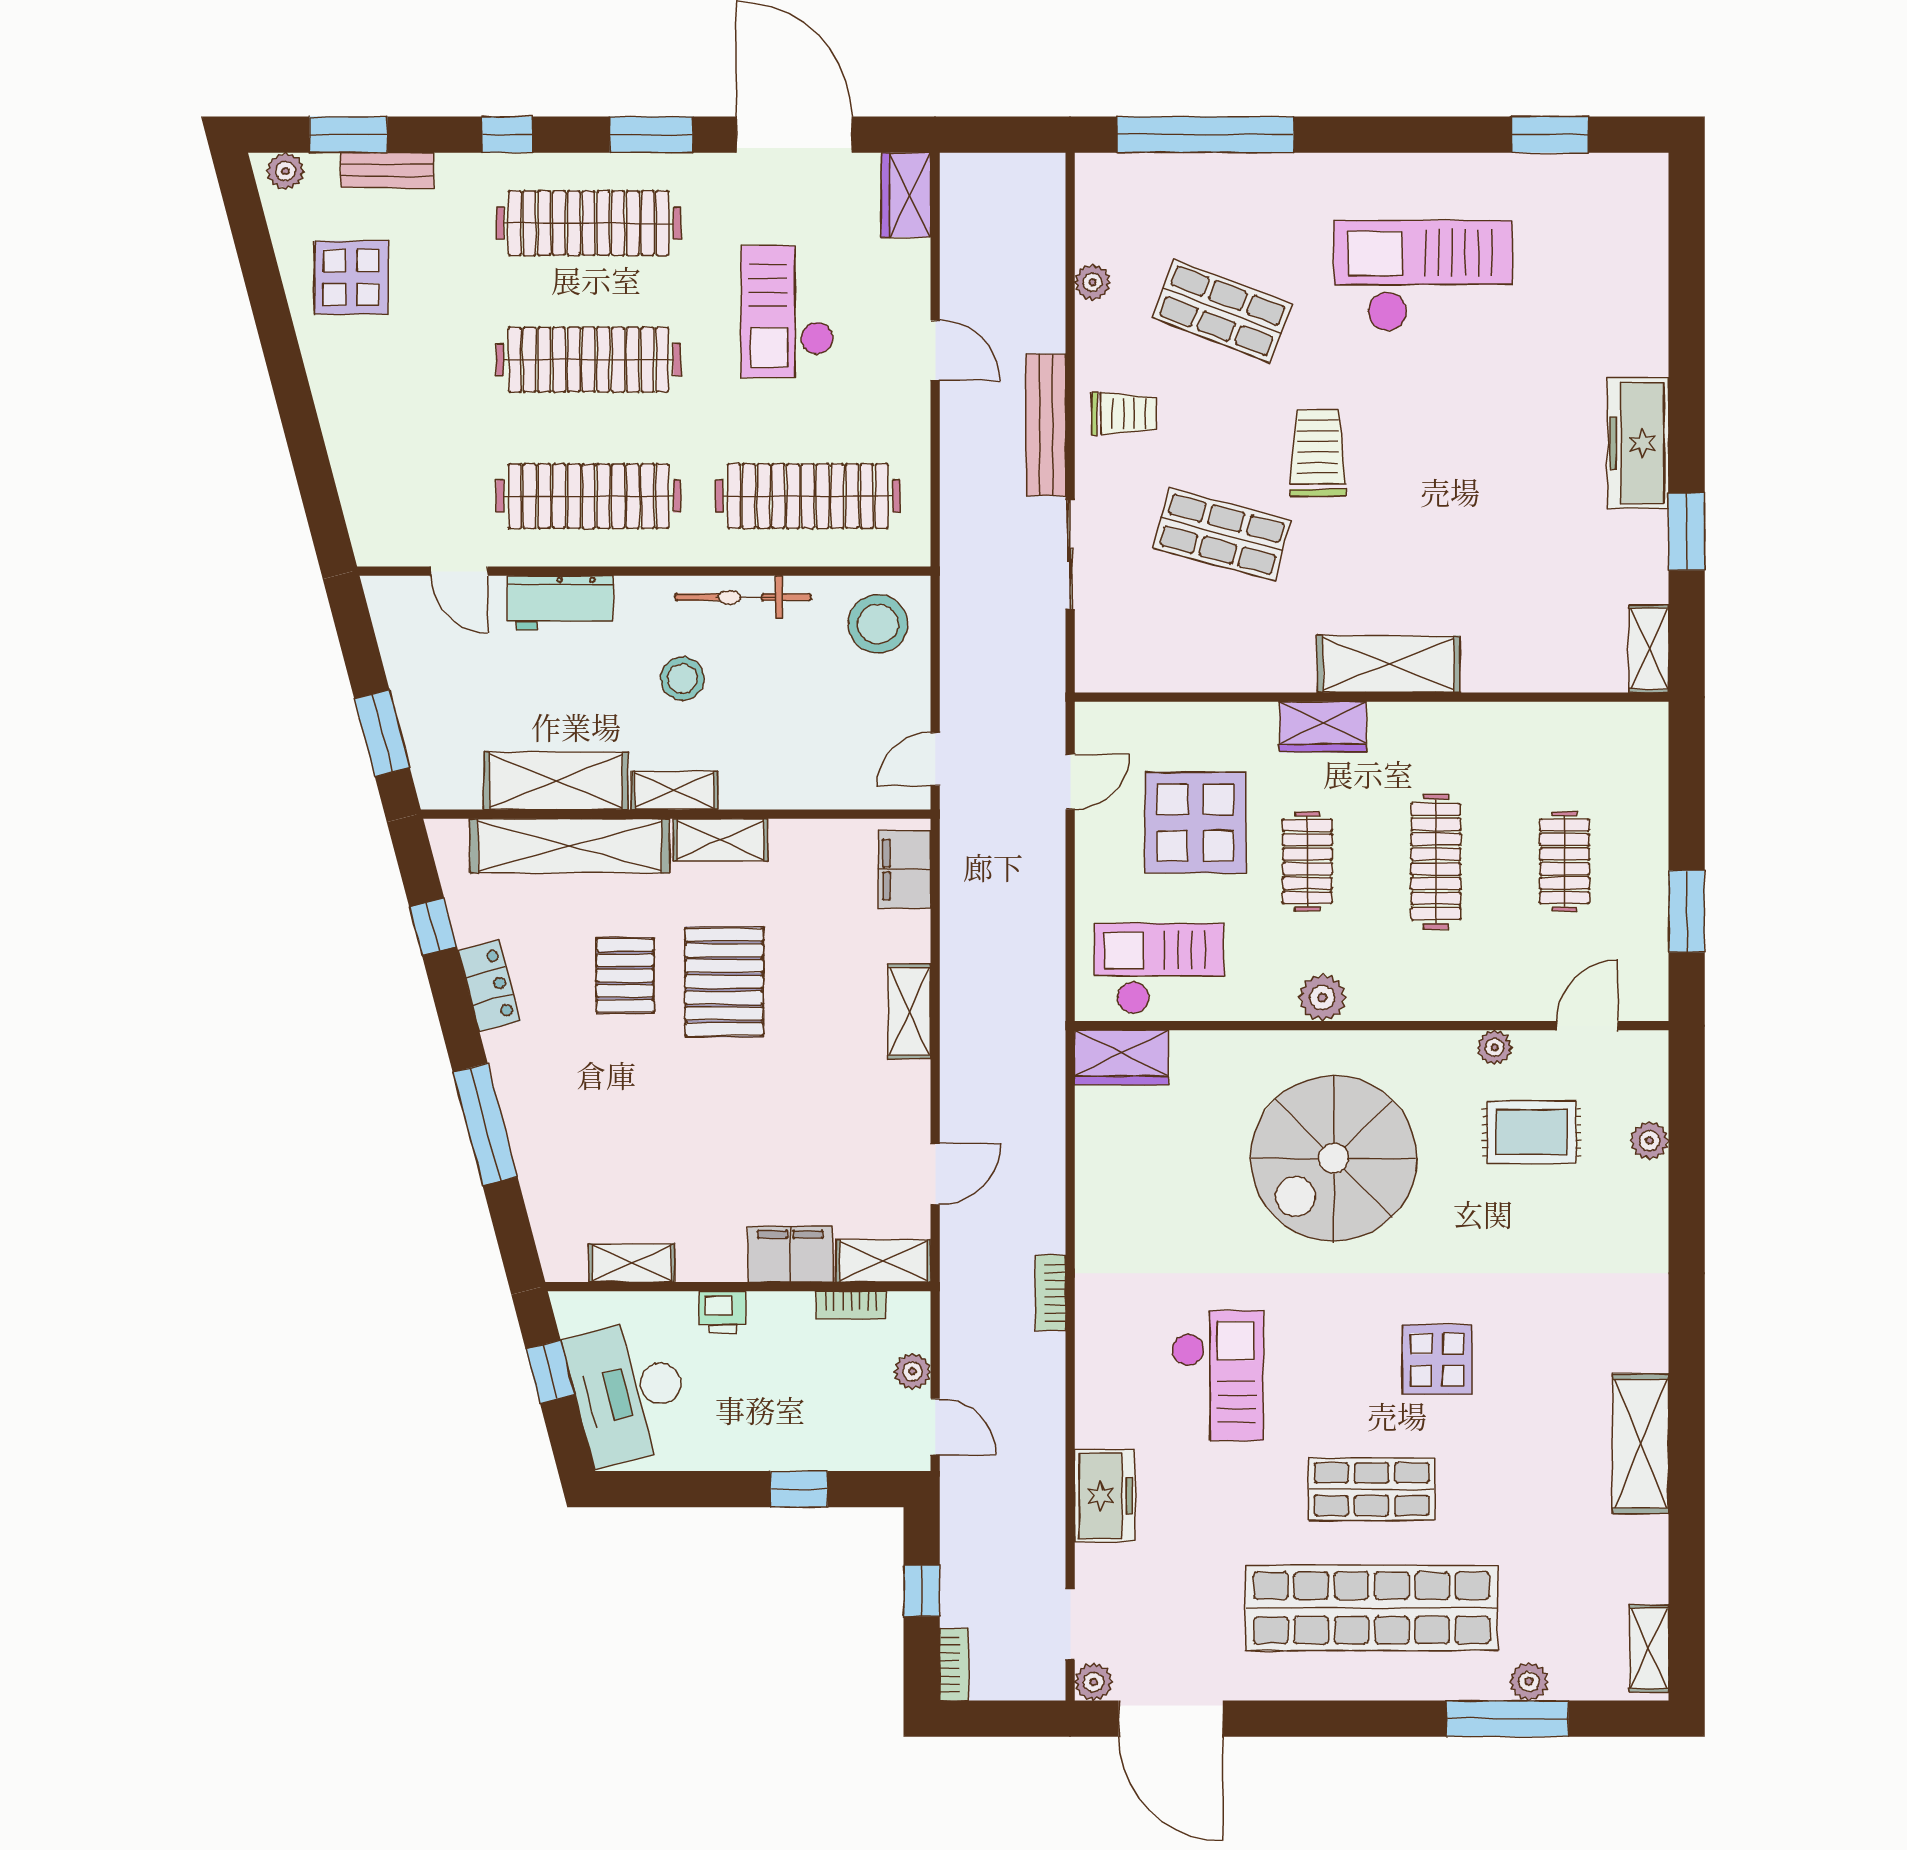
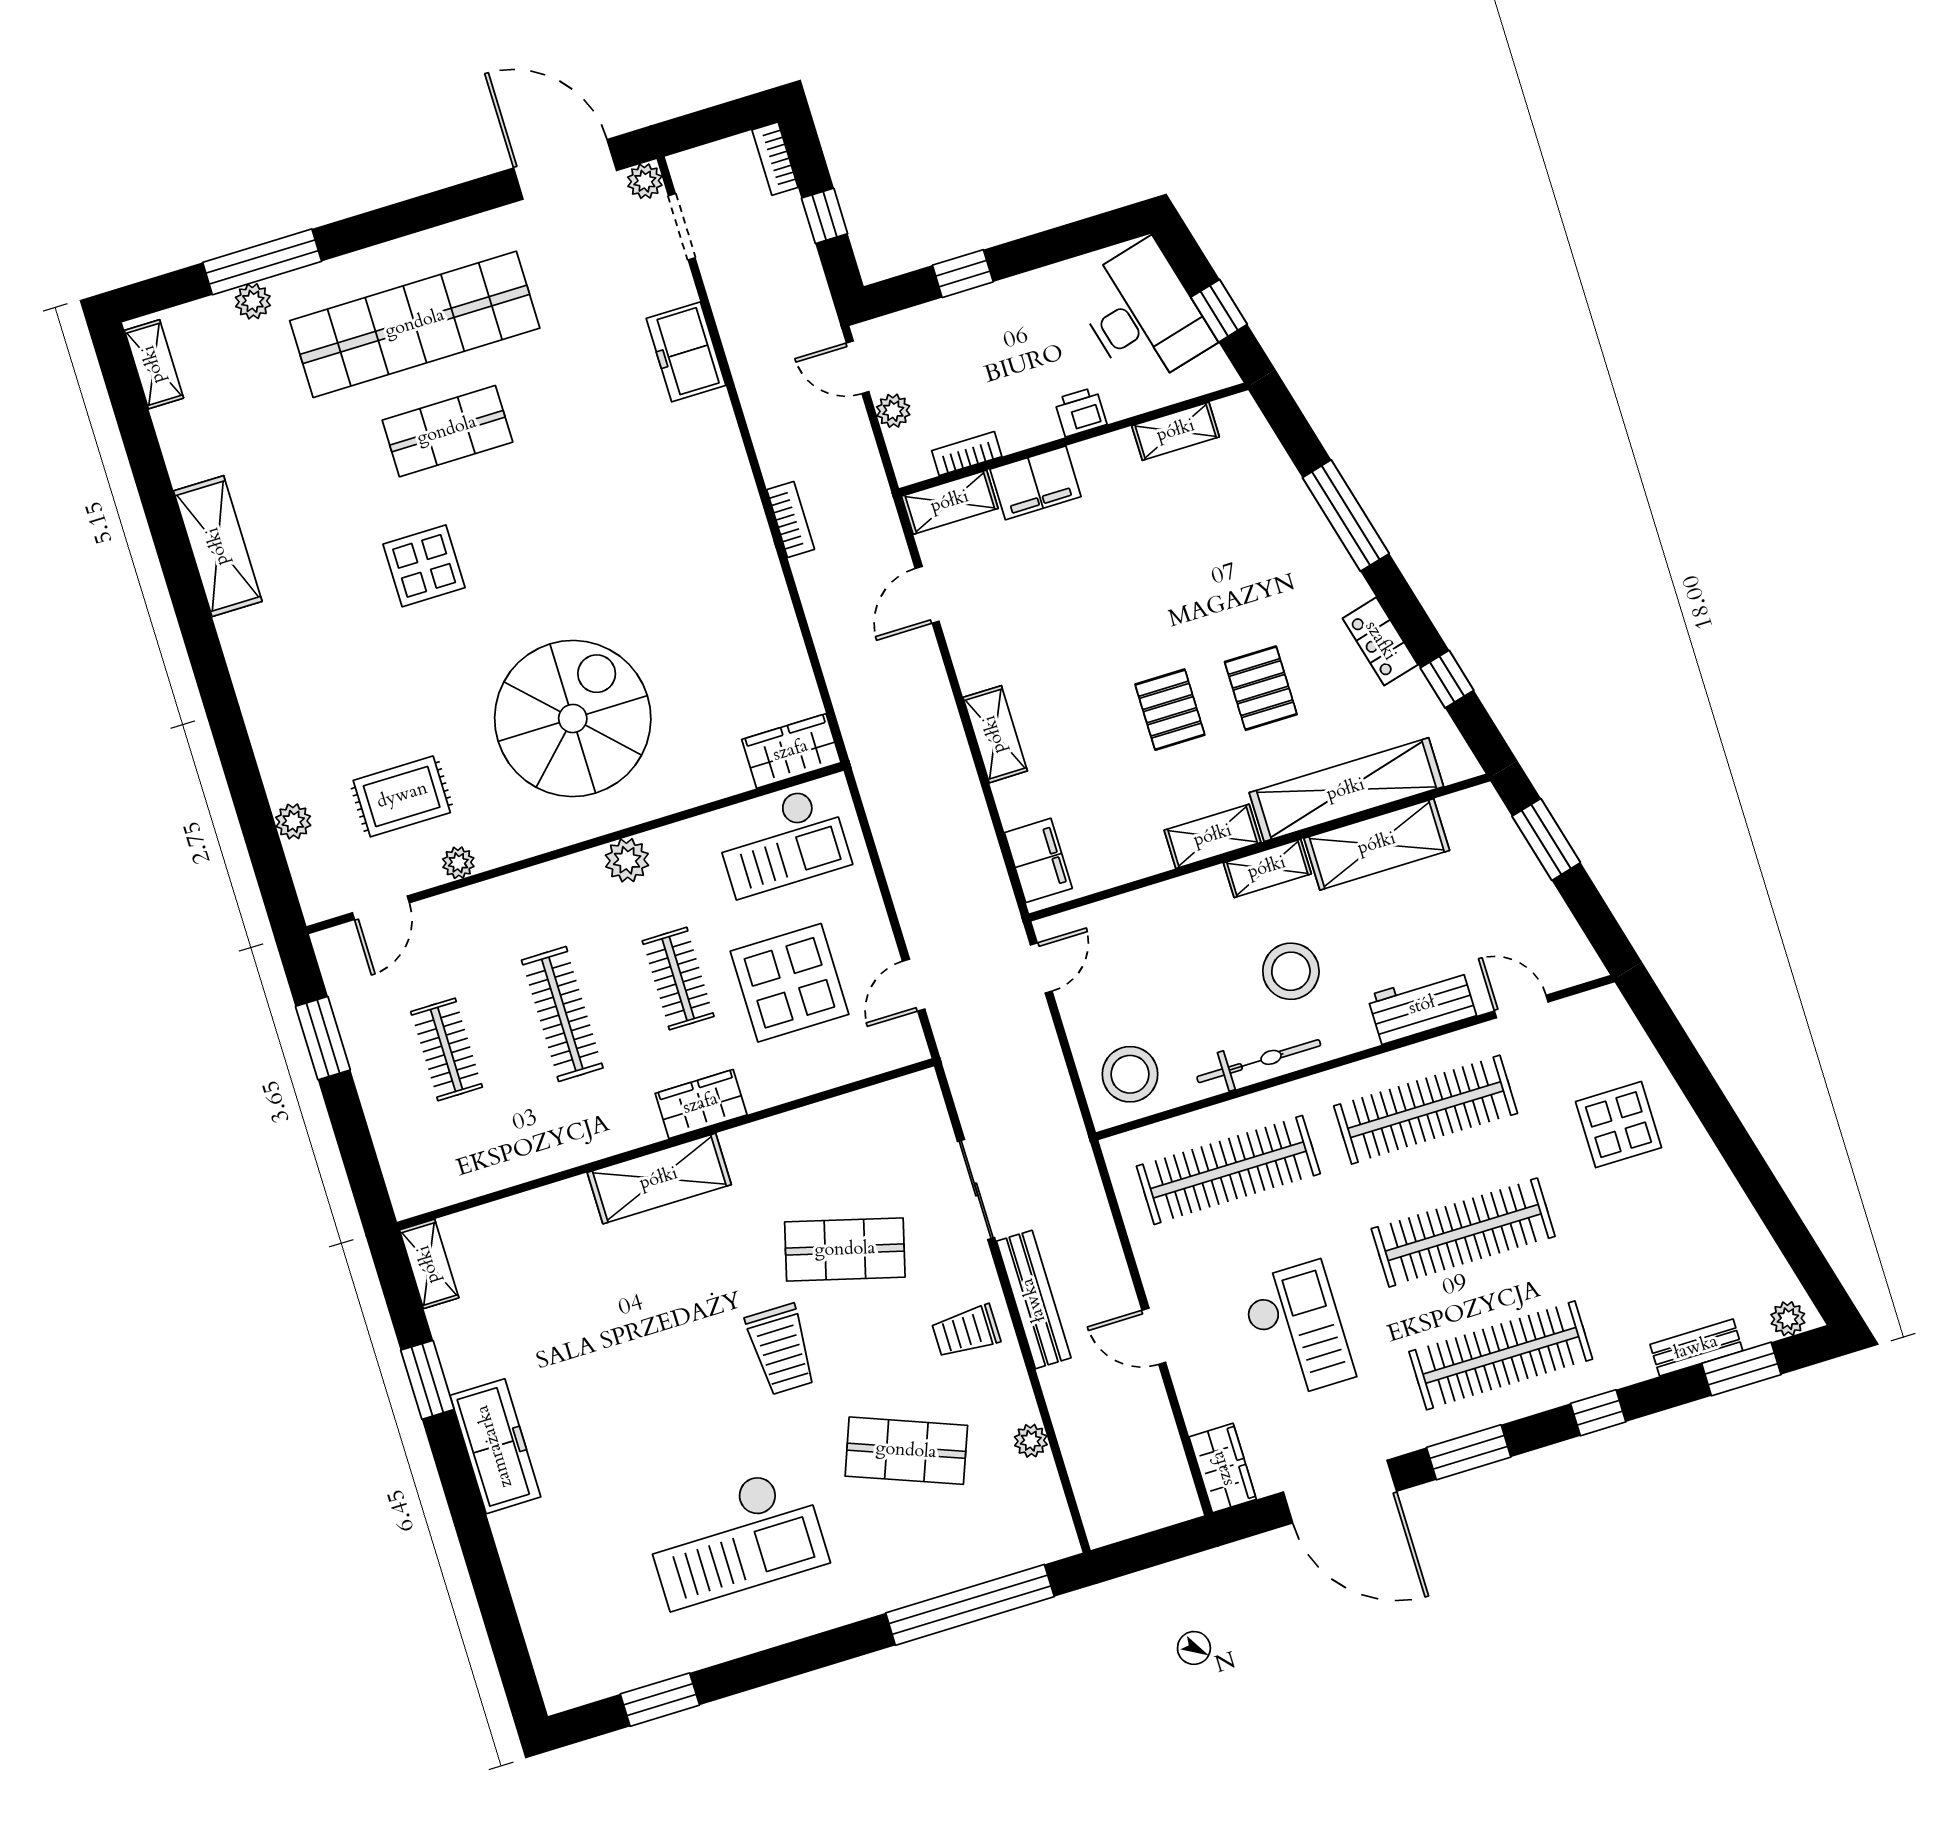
display table: (351, 278) -> (1619, 1125), moved
stool: (682, 679) -> (1291, 971), width x1.38, depth x1.38
pallet: (724, 982) -> (1170, 710), width x0.67, depth x0.71
checkout: (1217, 1376) -> (618, 491), removed

